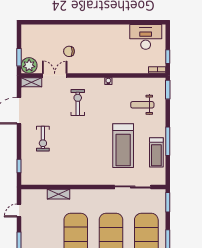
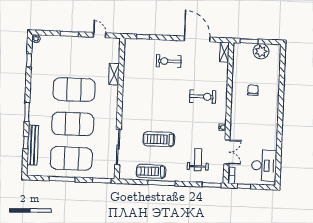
plant: (29, 65) -> (261, 51), moved
double door: (55, 75) -> (227, 152), moved
treadmill: (123, 146) -> (159, 139), width x0.73, depth x0.73

